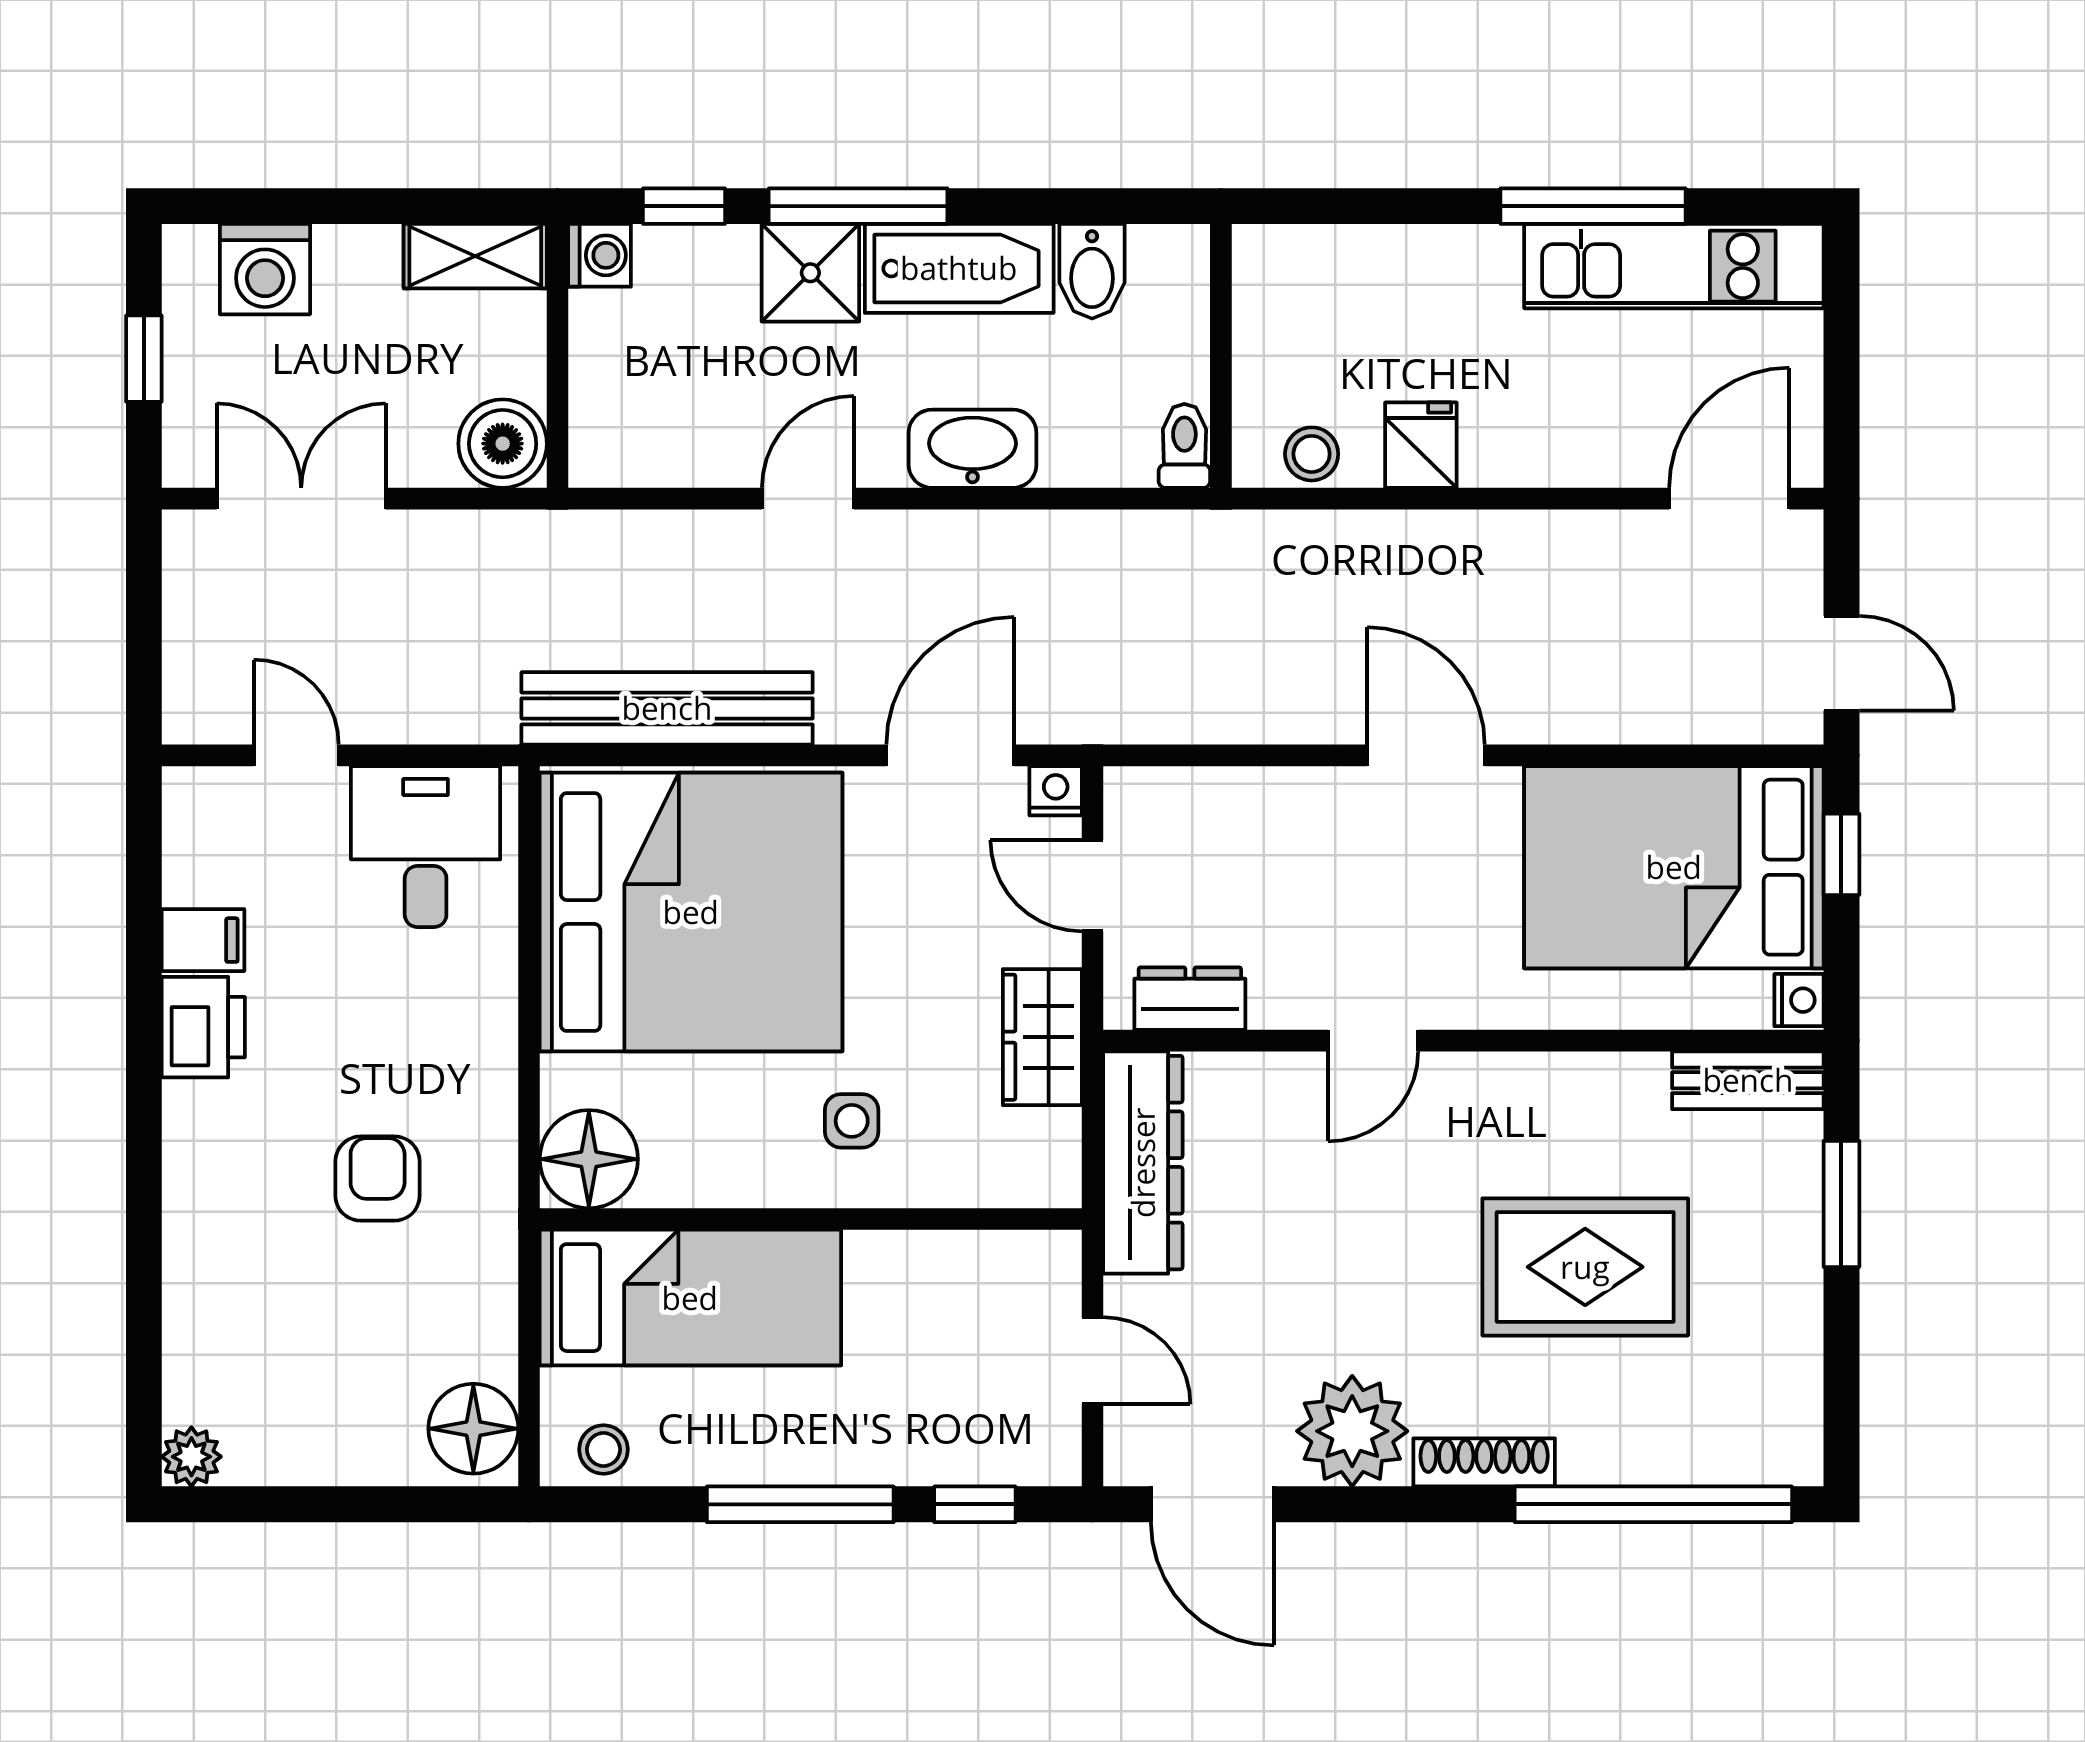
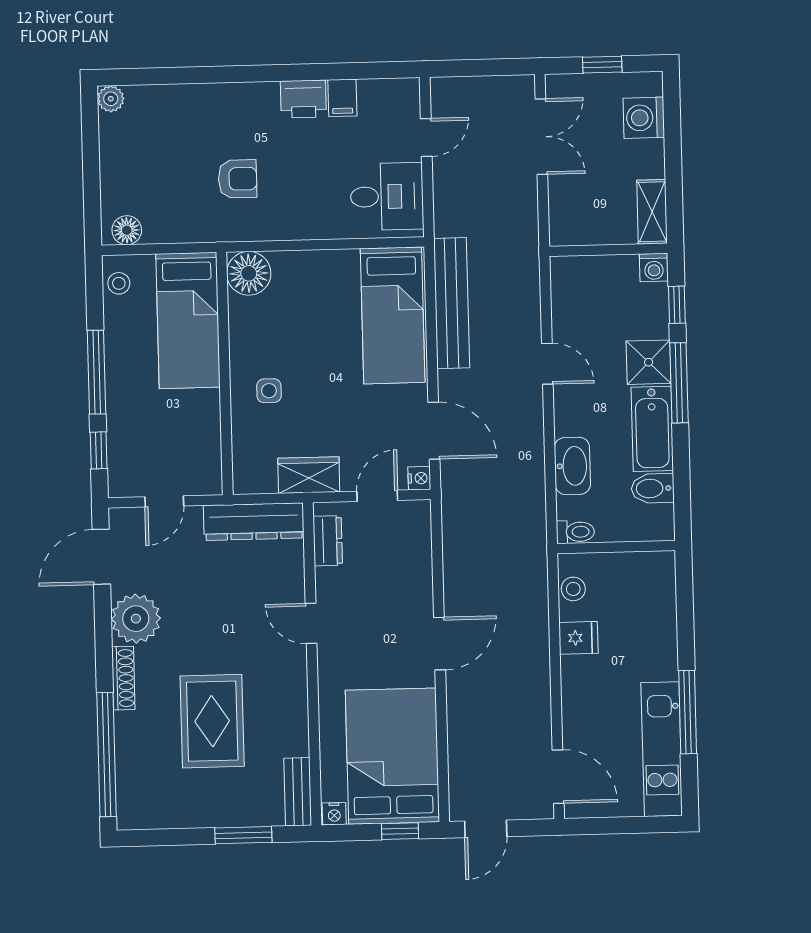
boiler: (503, 444) -> (568, 226), removed
washbasin: (973, 449) -> (572, 466), moved
bed: (691, 912) -> (393, 315), width x0.49
floor lamp: (473, 1429) -> (127, 230), width x0.73, depth x0.73

